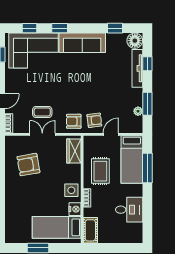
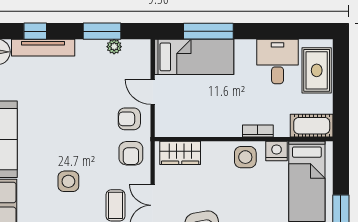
side table: (57, 84) -> (68, 181), added
armchair: (94, 120) -> (129, 119), turned -83
rug: (100, 171) -> (317, 70), moved, turned 90

